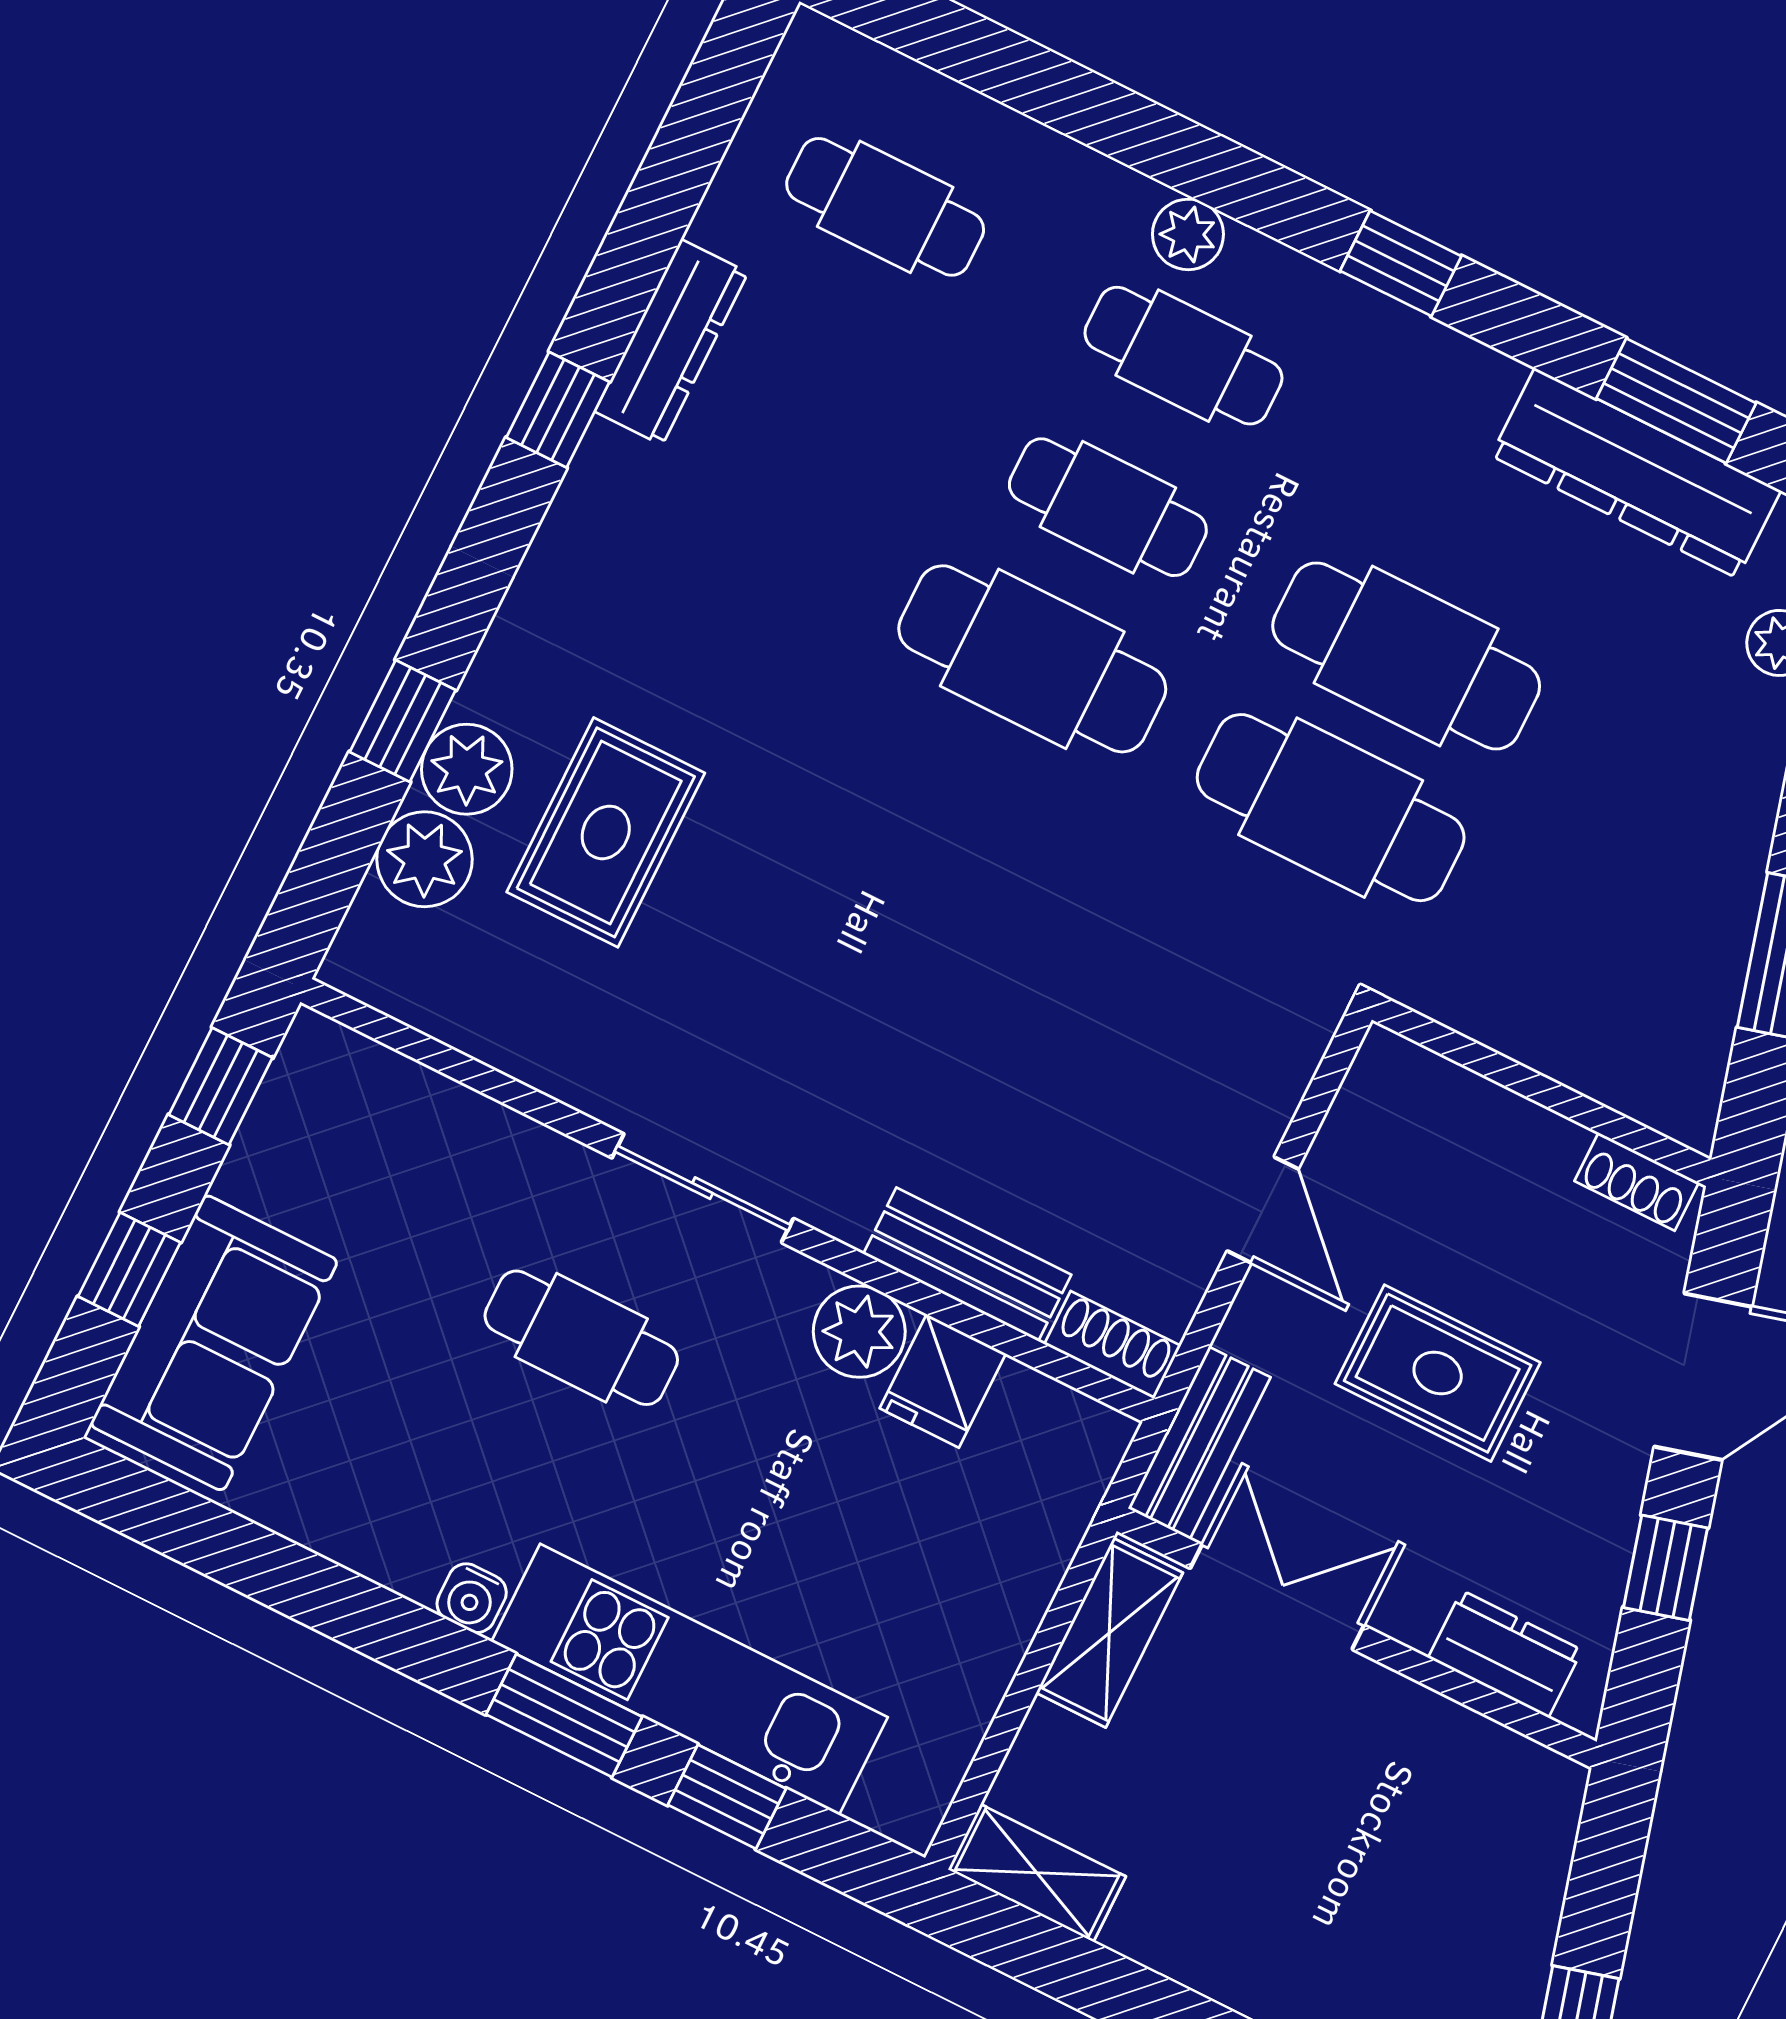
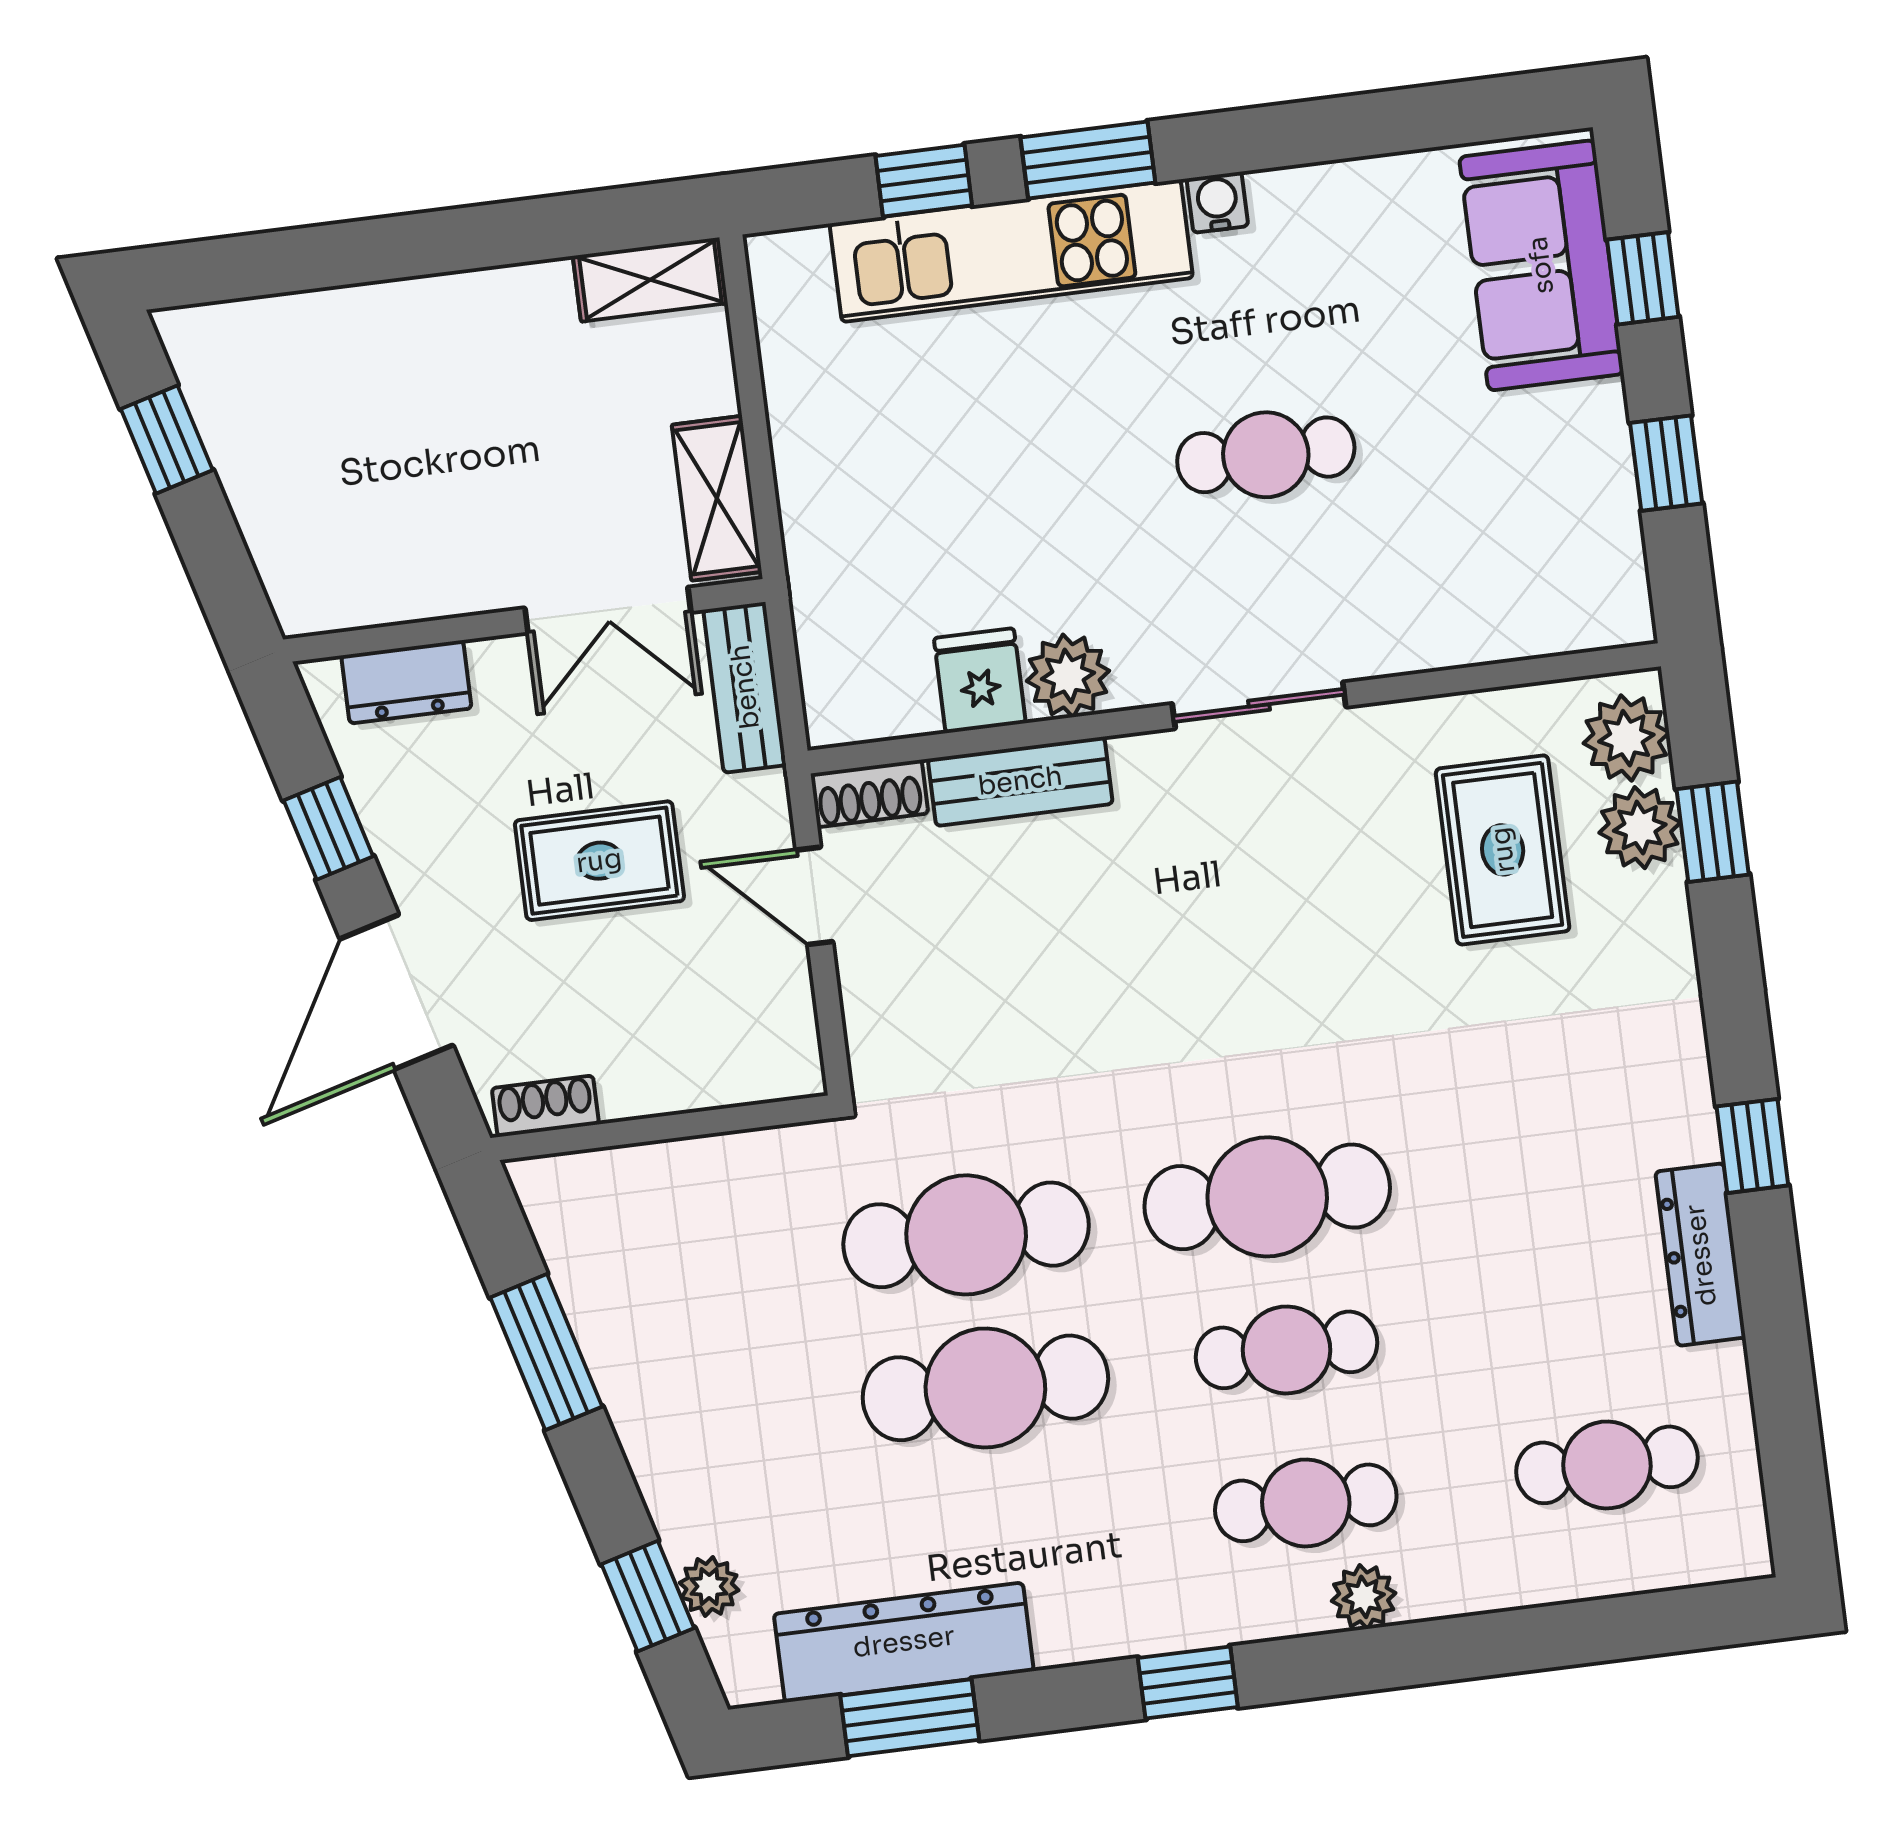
sliding door: (703, 1188) -> (1259, 705), moved
wall: (727, 1200) -> (1234, 708), moved
bench: (967, 1264) -> (1020, 781), moved
plant: (859, 1332) -> (1068, 676), moved
shoe rack: (1112, 1345) -> (869, 794), moved
fridge: (943, 1381) -> (980, 681), moved

